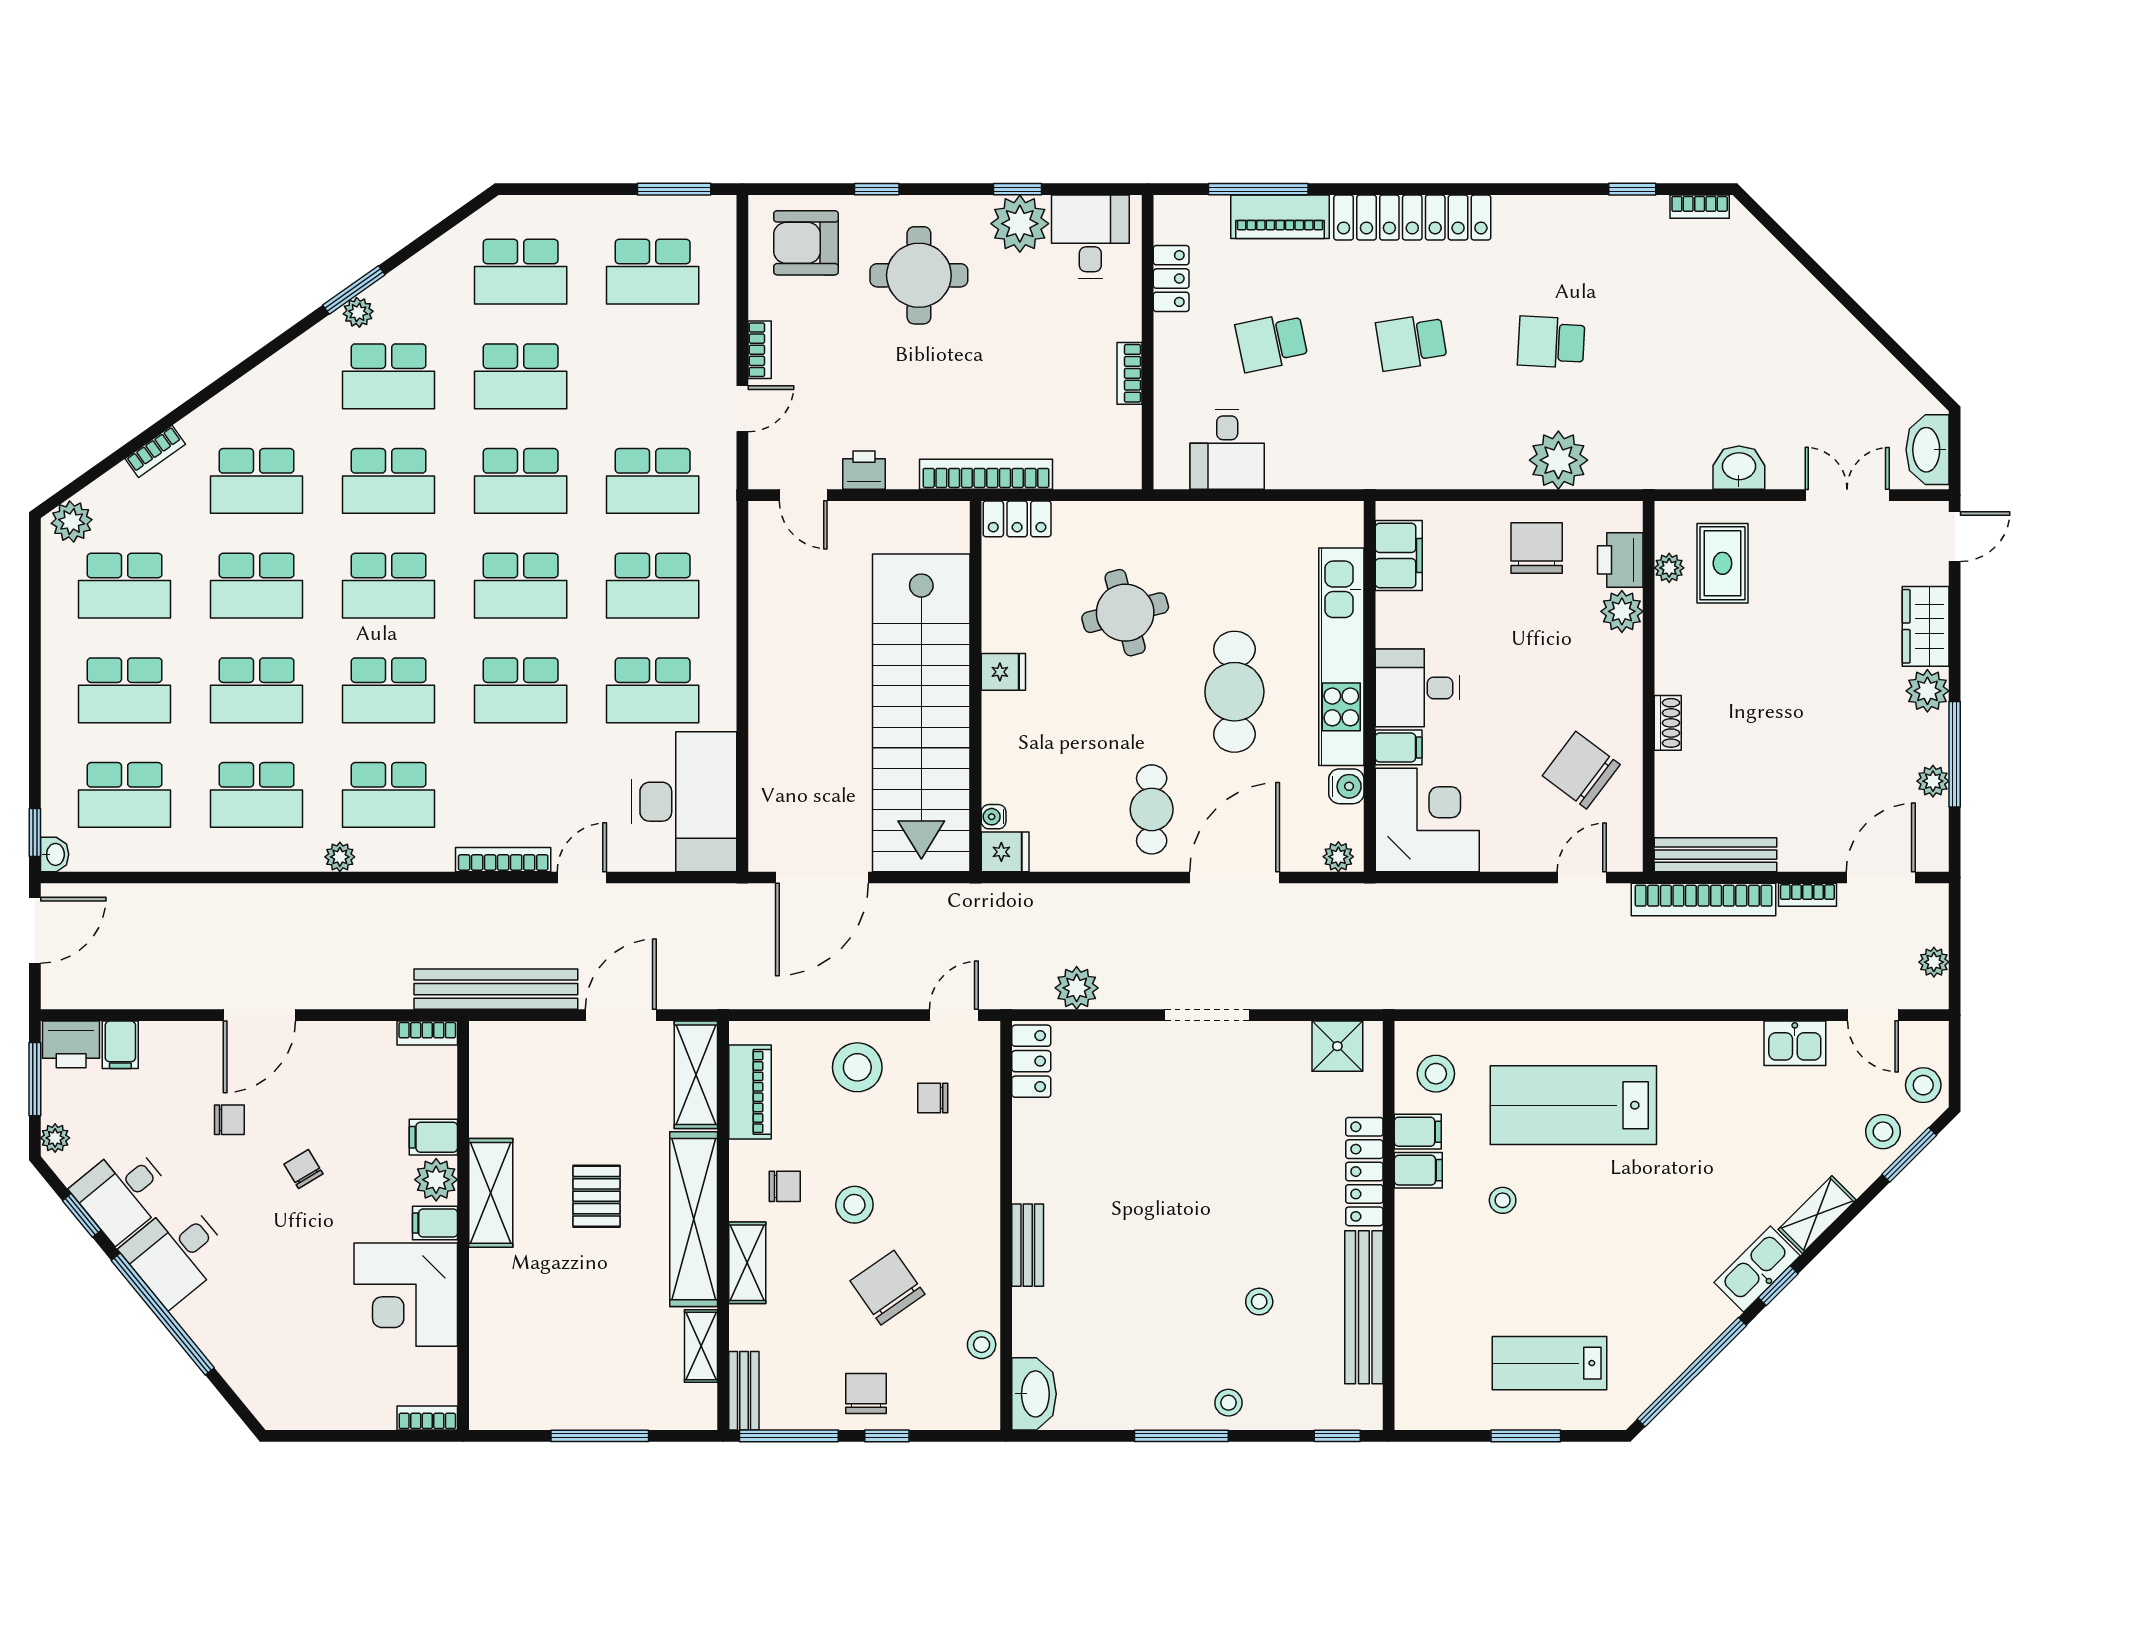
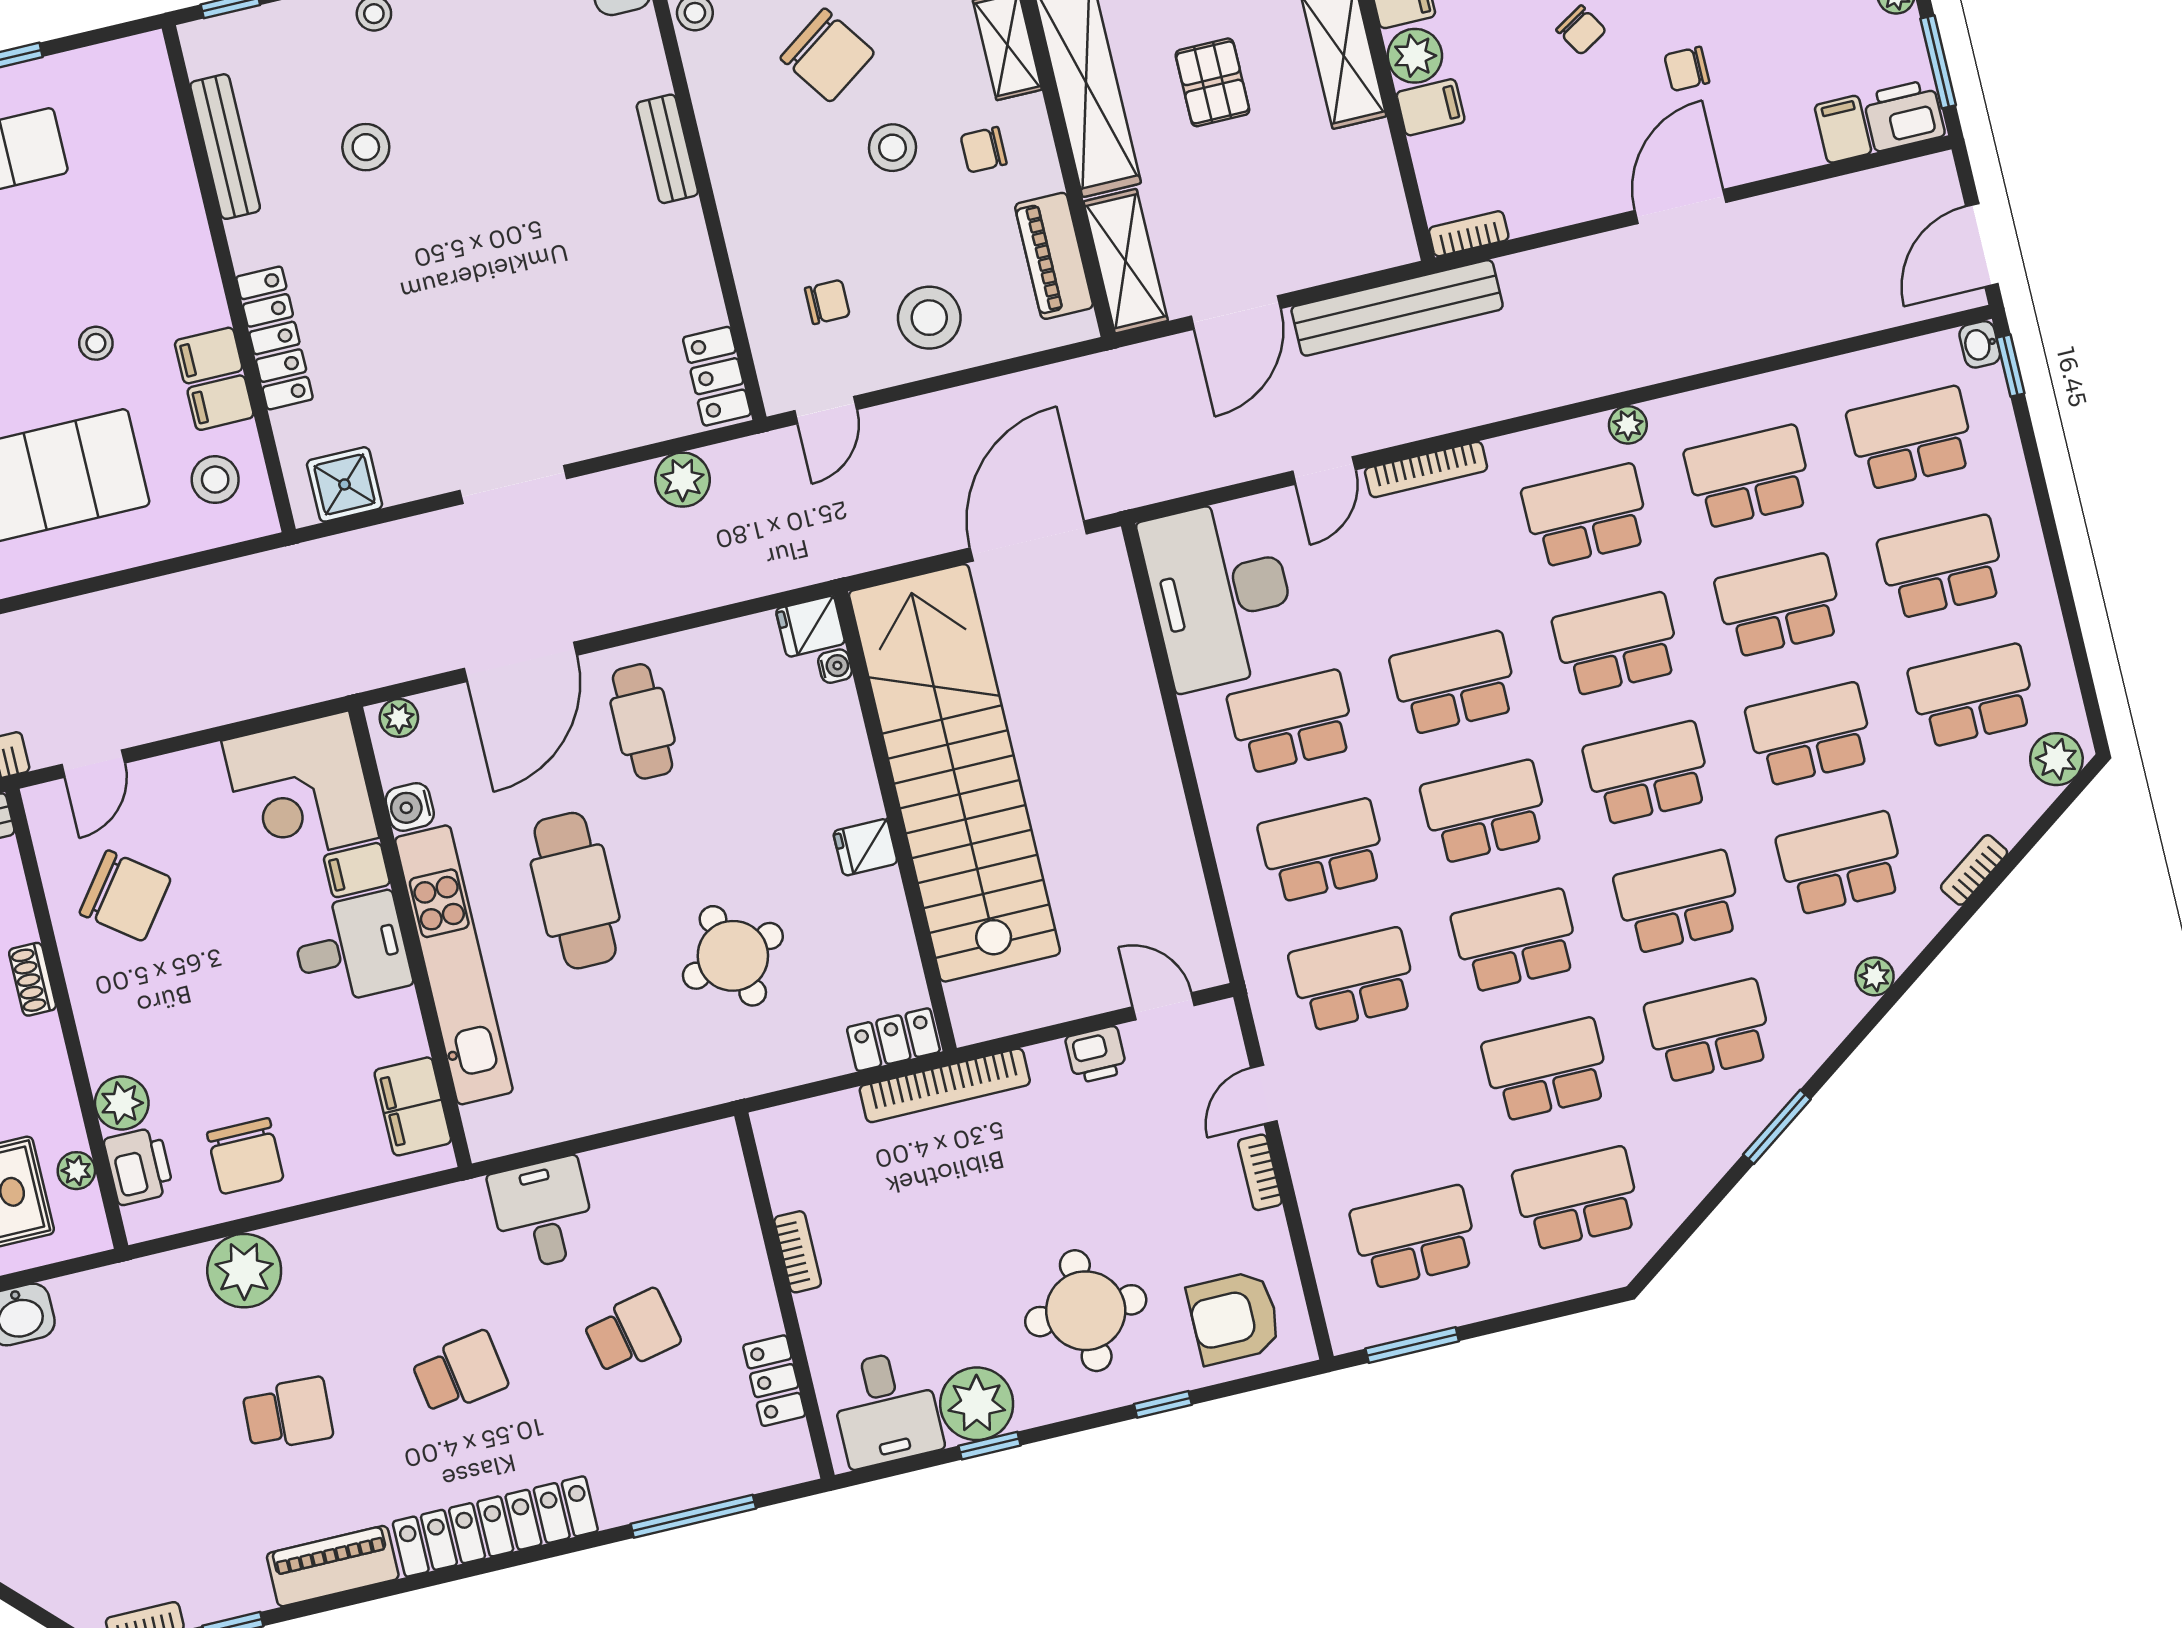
piano: (1280, 217) -> (333, 1566), moved
armchair: (806, 243) -> (1234, 1318), turned 180
plant: (358, 312) -> (1875, 976), moved
desk: (1227, 449) -> (543, 1214), moved
stool: (1259, 1302) -> (366, 147), width x1.37, depth x1.37
bench: (1364, 1307) -> (225, 147), width x0.73, depth x0.82

